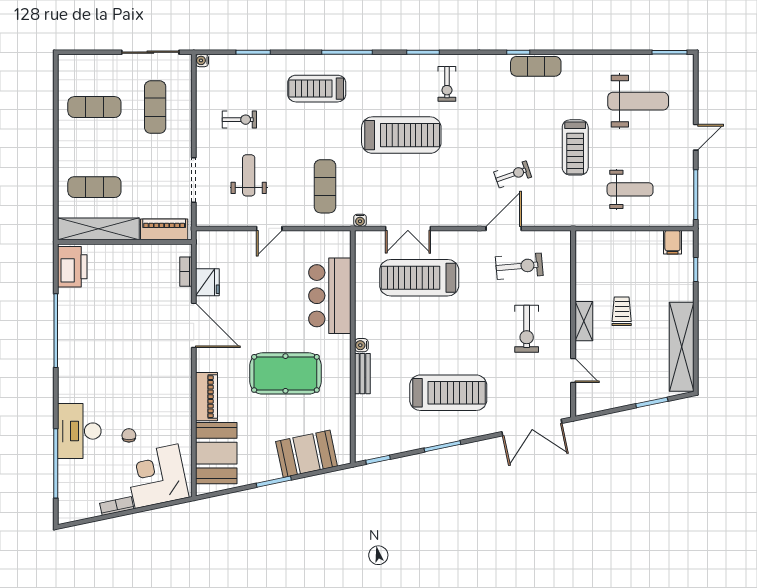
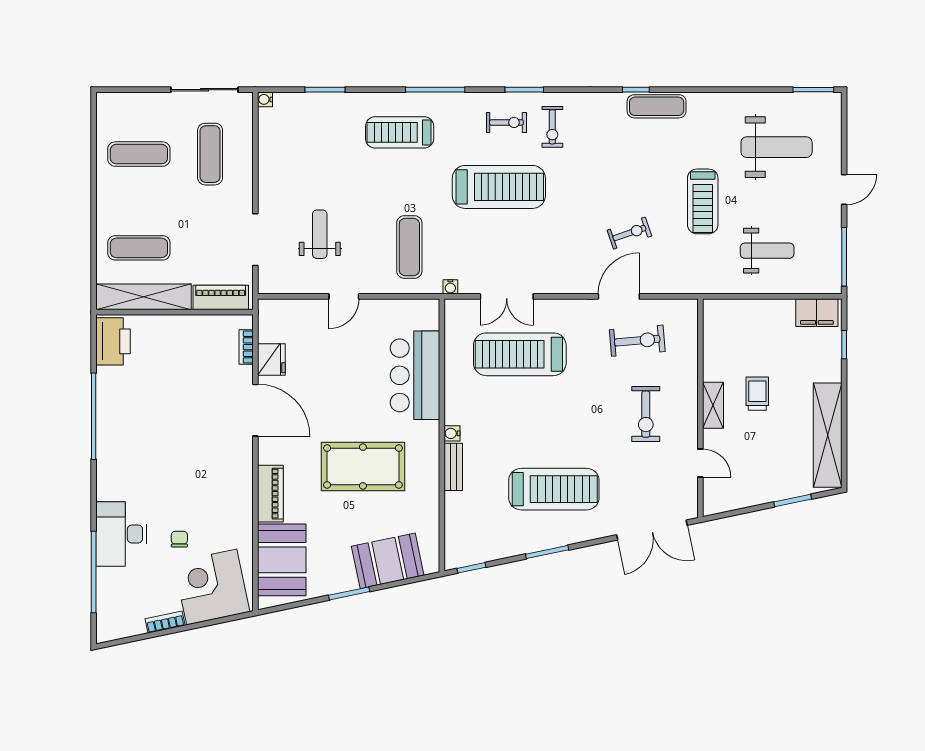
exercise bike: (239, 120) -> (506, 122), moved
filing cabinet: (672, 242) -> (817, 313), width x2.00

